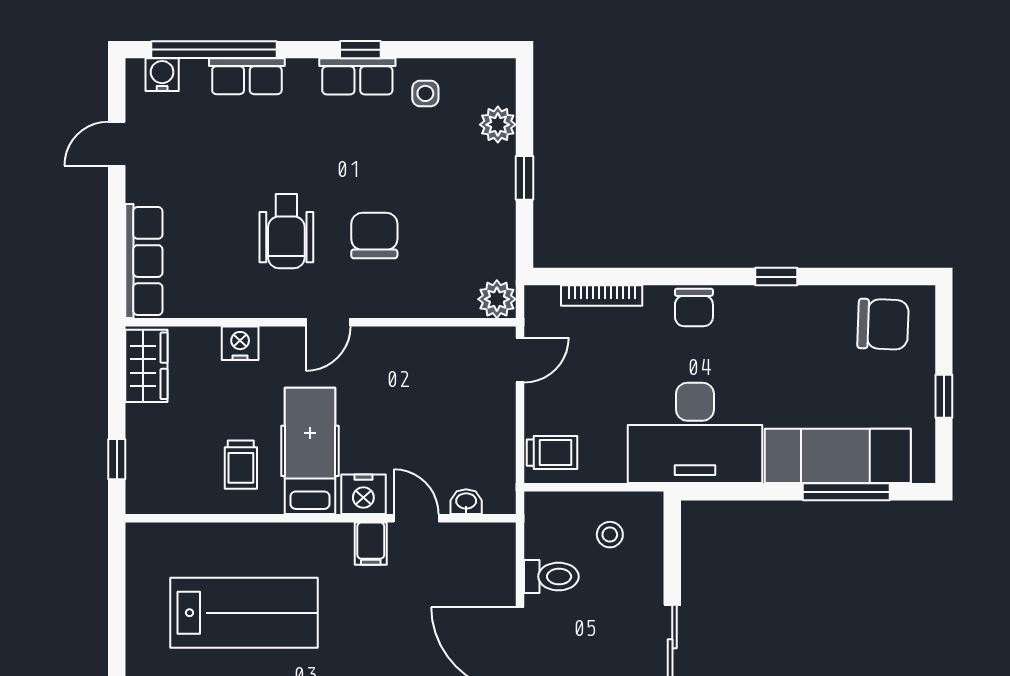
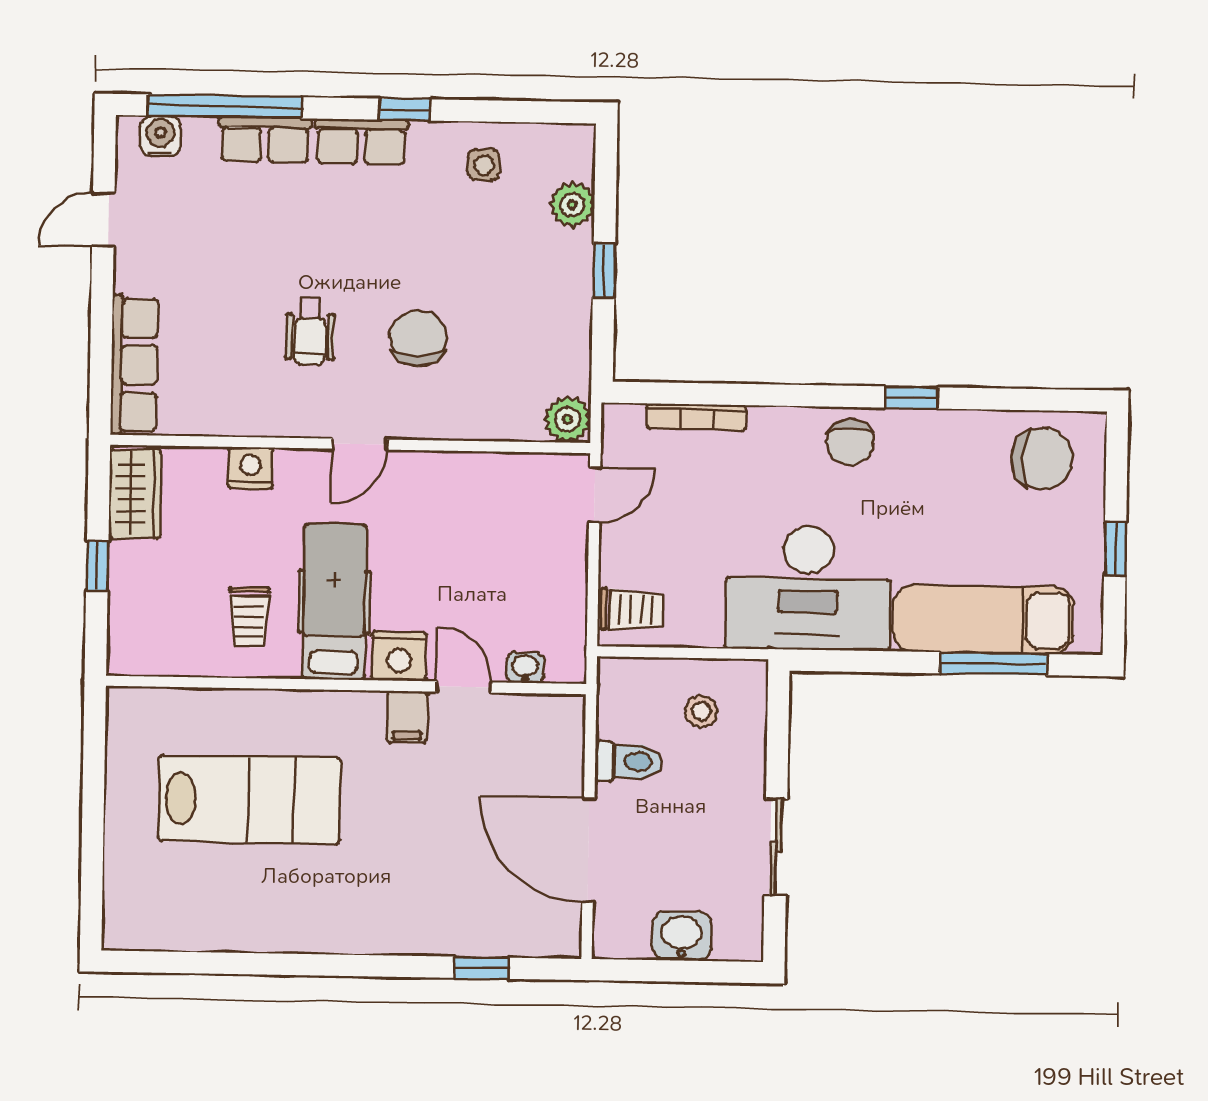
row of seats: (357, 76) -> (361, 142), moved
wheelchair: (286, 231) -> (310, 331), width x0.73, depth x0.73
chair: (694, 307) -> (850, 442), moved
window: (117, 459) -> (97, 566), moved

